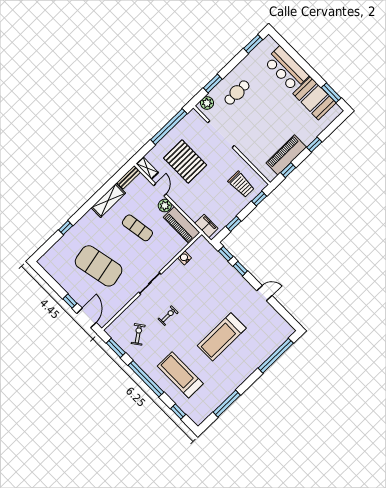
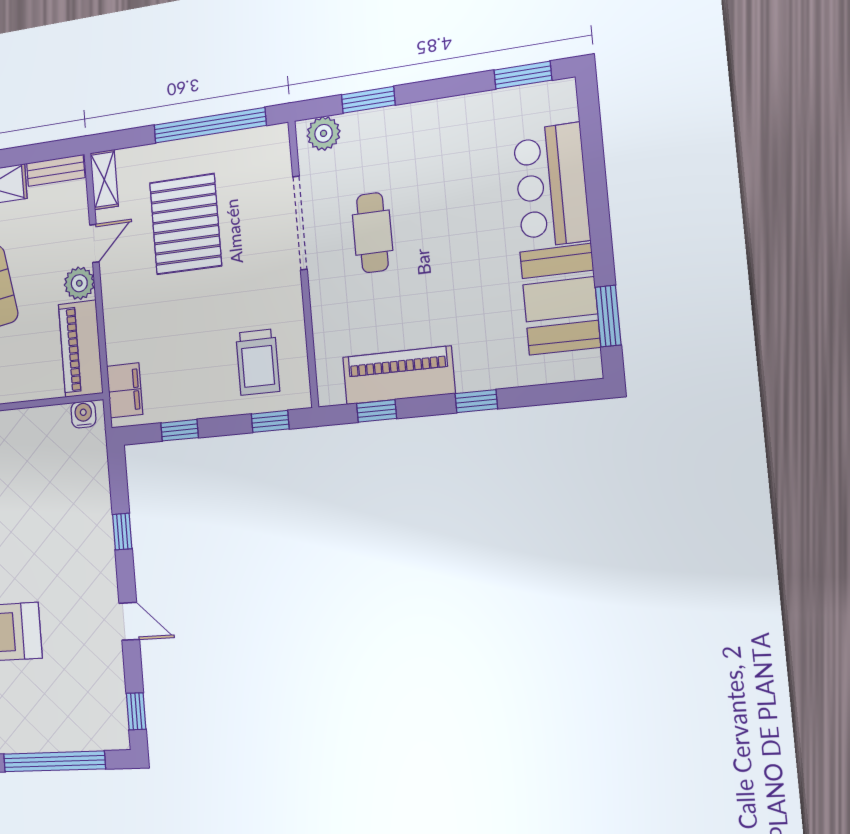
cafe table: (237, 93) -> (372, 233), moved, turned 90
window: (226, 254) -> (136, 711), moved
water cooler: (185, 258) -> (83, 414), moved

